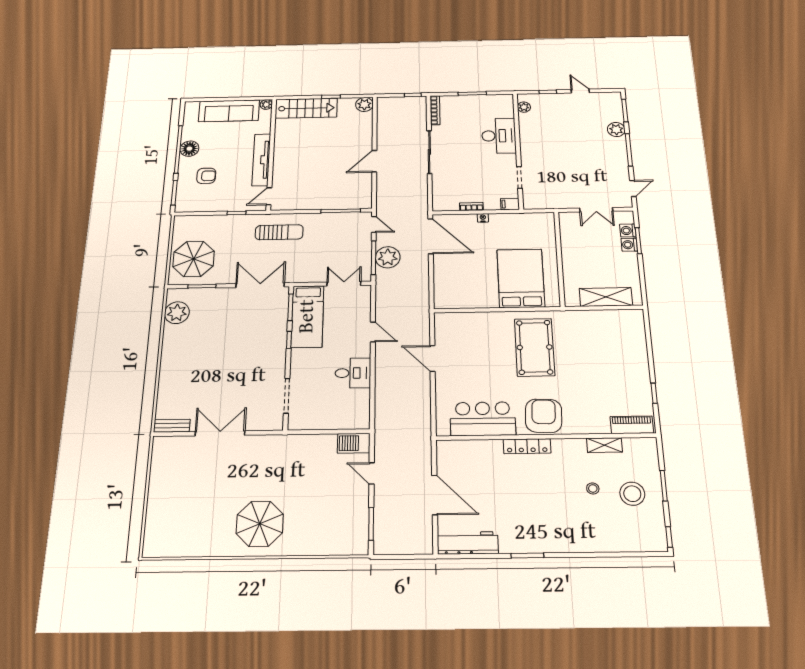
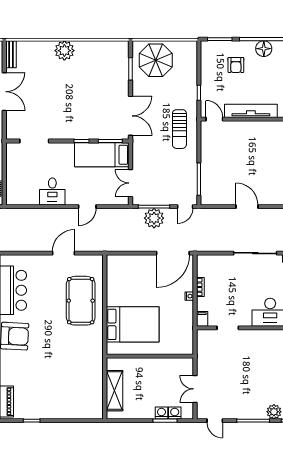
double door: (344, 284) -> (131, 183), swing flipped
plant: (177, 313) -> (64, 51), moved
pool table: (535, 347) -> (81, 301), moved, turned 90

